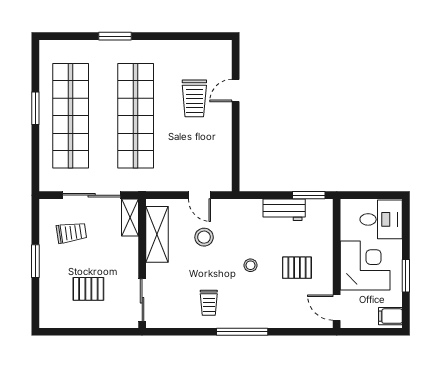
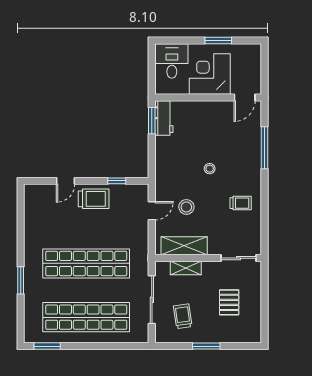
door: (236, 91) -> (66, 181), hinge flipped
trolley: (194, 98) -> (94, 199), moved
window: (35, 108) -> (47, 346), moved
window: (236, 153) -> (117, 181), added
workbench: (284, 210) -> (164, 118), moved
shelving: (130, 218) -> (186, 268), moved
pallet: (297, 268) -> (212, 130), removed
filing cabinet: (390, 316) -> (252, 53), removed
window: (242, 332) -> (264, 148), moved

